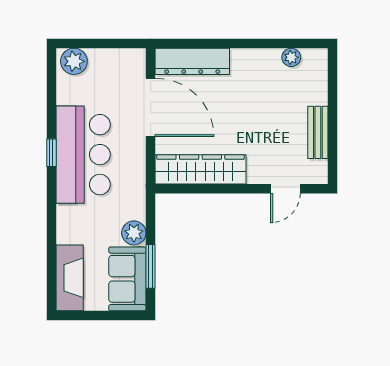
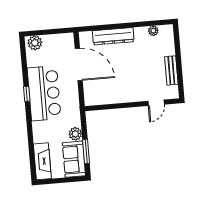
dresser: (192, 61) -> (113, 36), moved
wardrobe: (200, 169) -> (109, 96), removed

